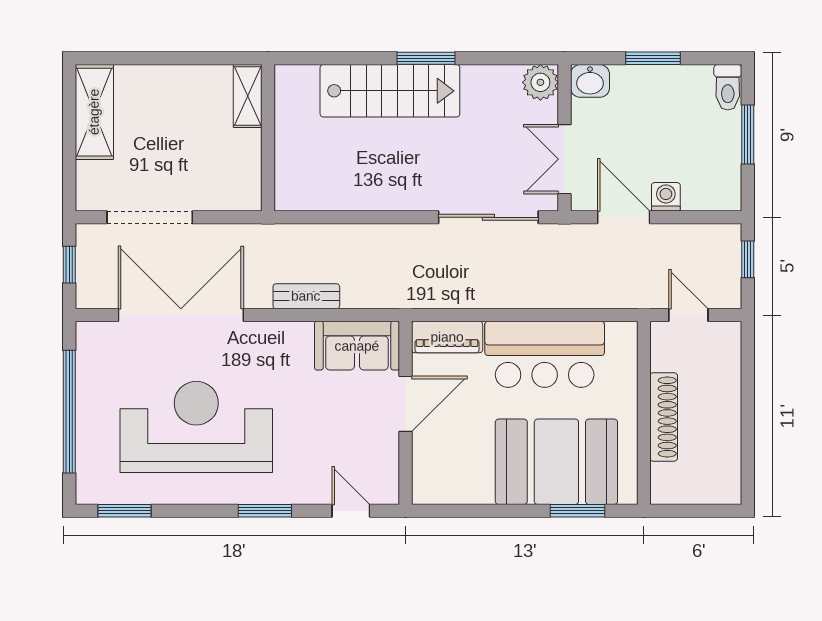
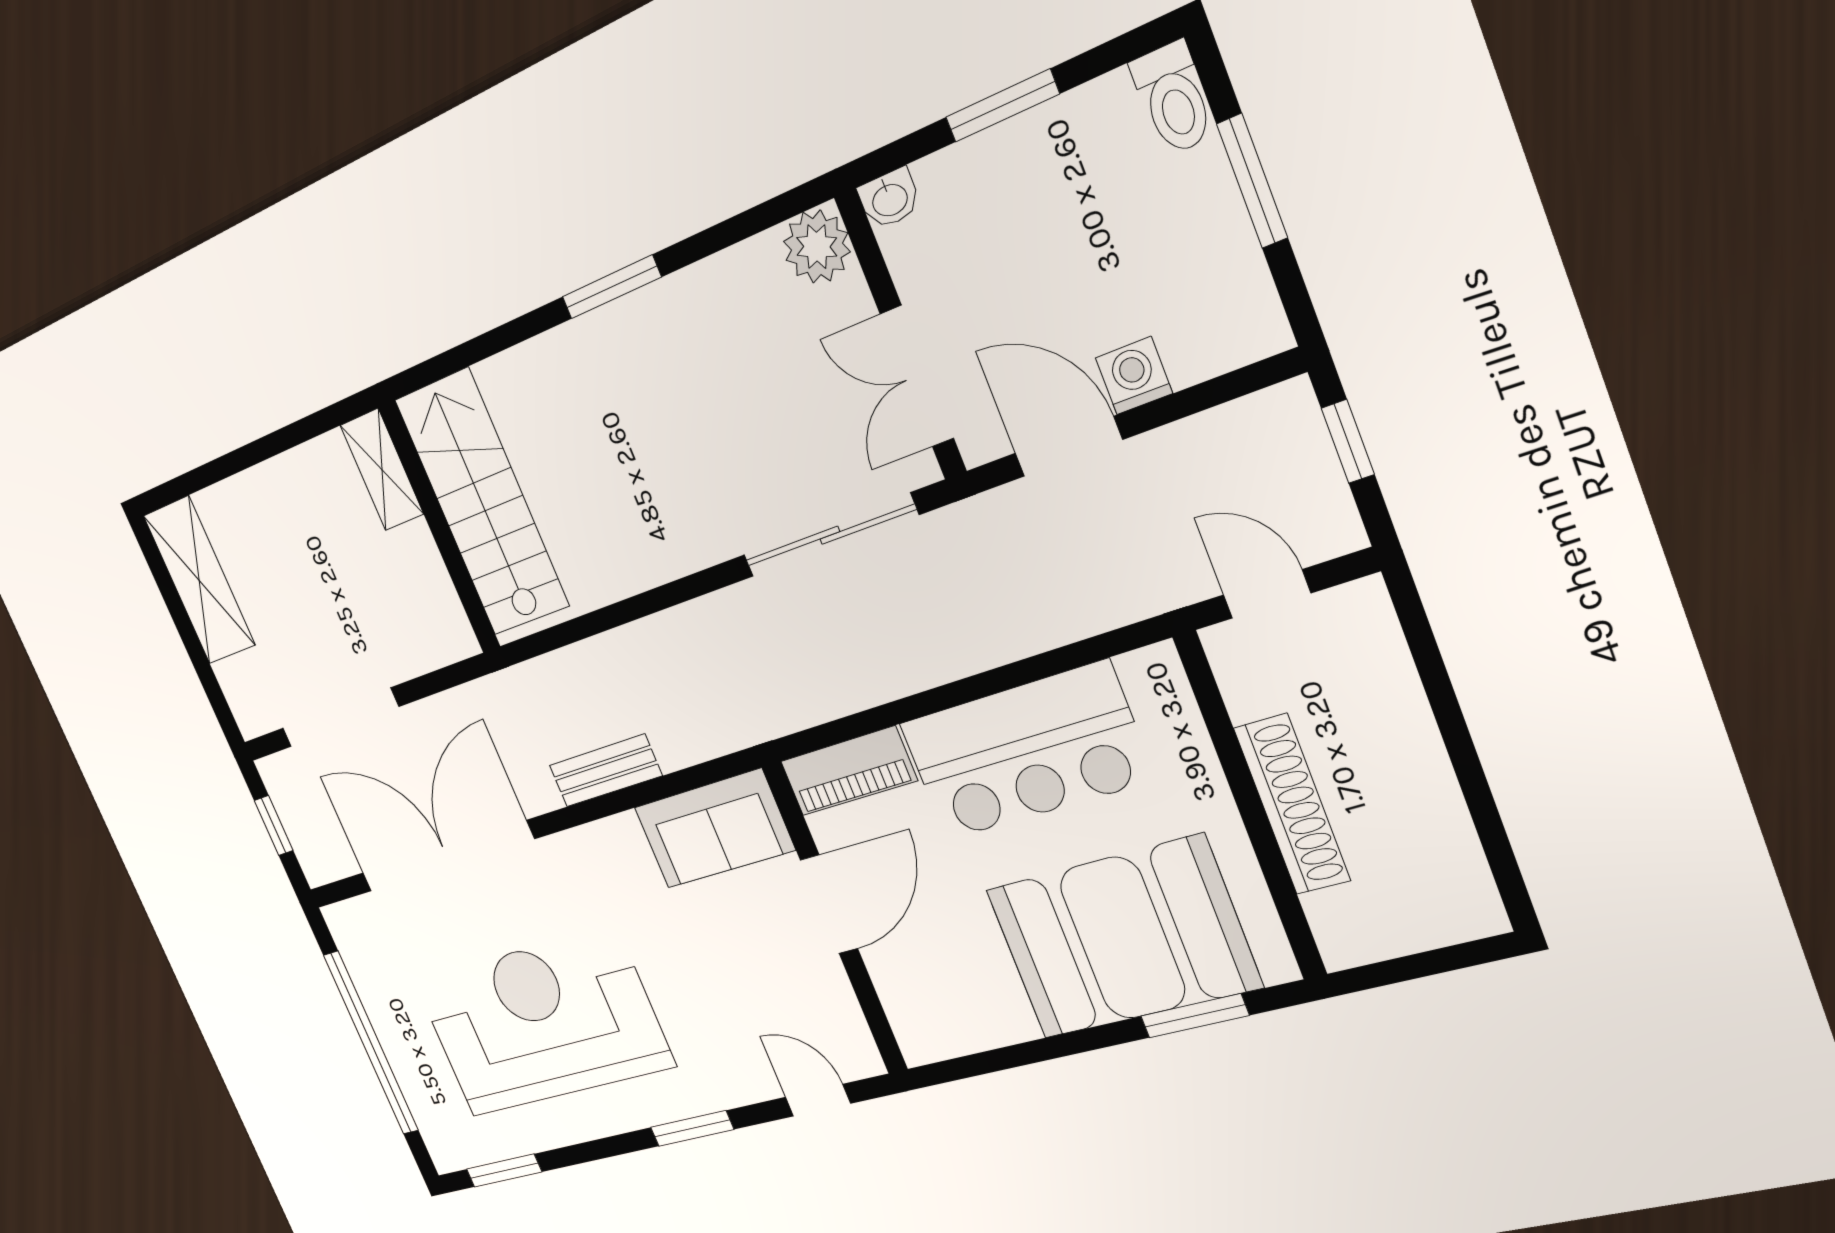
washbasin: (590, 81) -> (889, 199), width x0.72, depth x0.69
stairs: (390, 91) -> (482, 503), moved, turned -90

